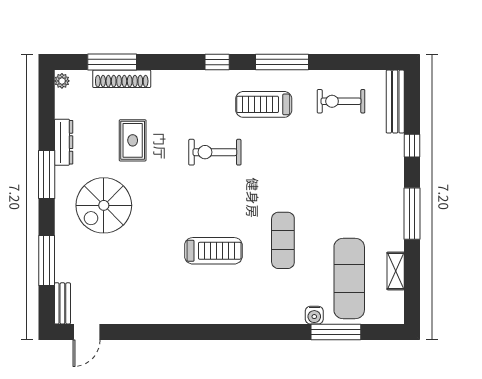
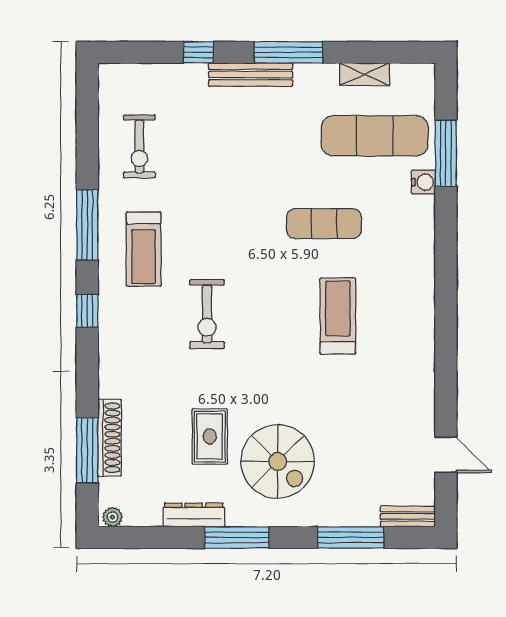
bench: (395, 102) -> (251, 75), moved
rug: (133, 140) -> (210, 436), moved, turned 90
door: (87, 332) -> (446, 455), moved

